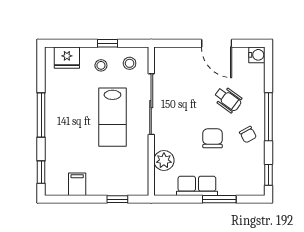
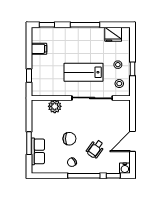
fridge: (67, 58) -> (113, 34), moved, turned -90
window: (269, 175) -> (113, 176), moved
row of seats: (197, 186) -> (38, 151), moved

